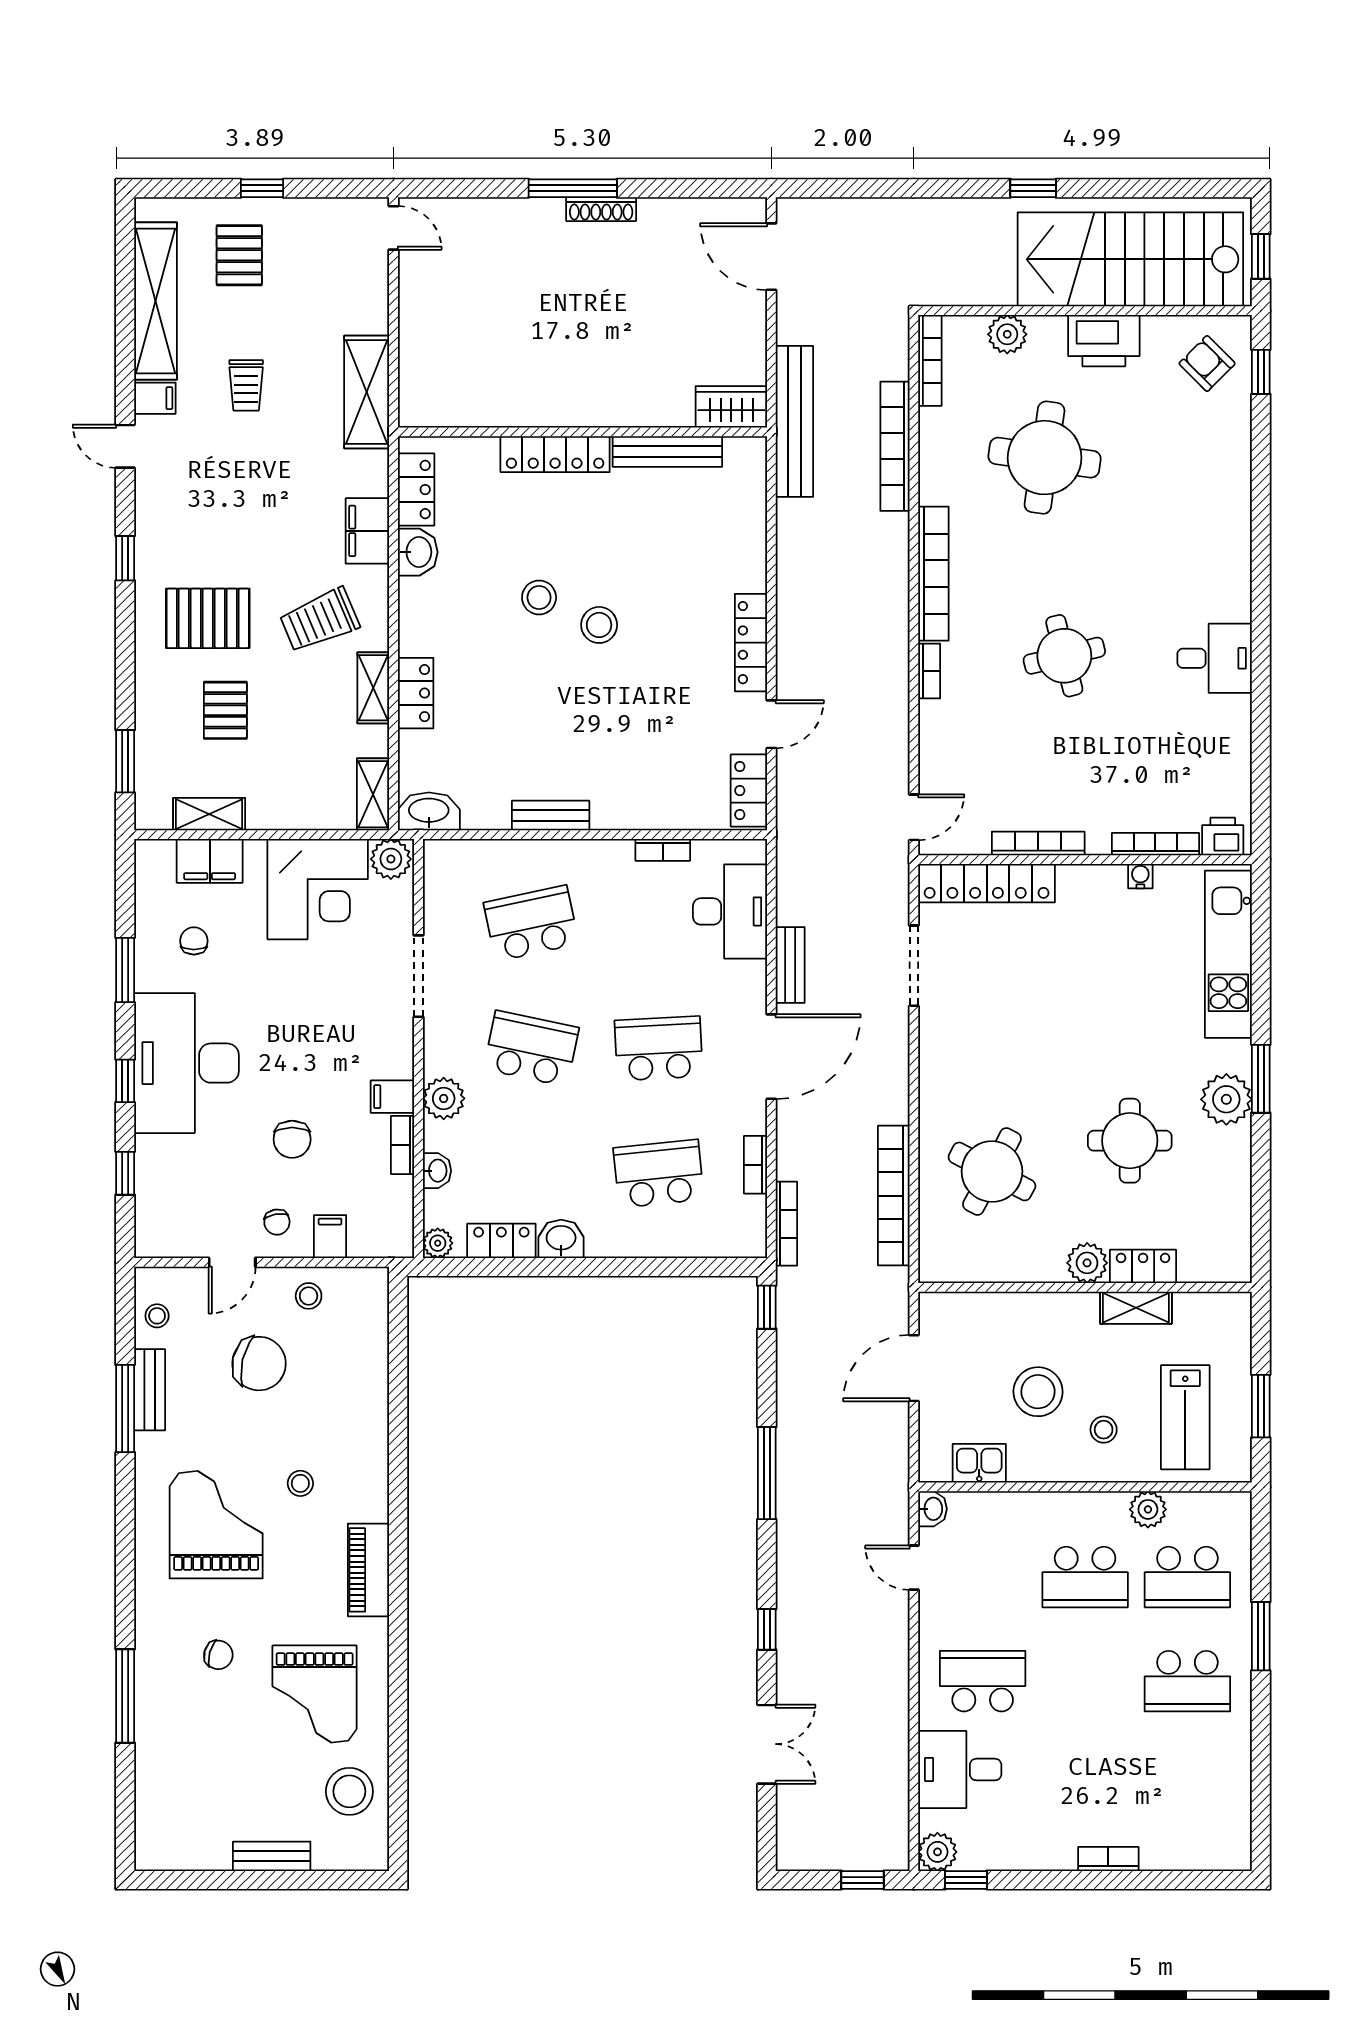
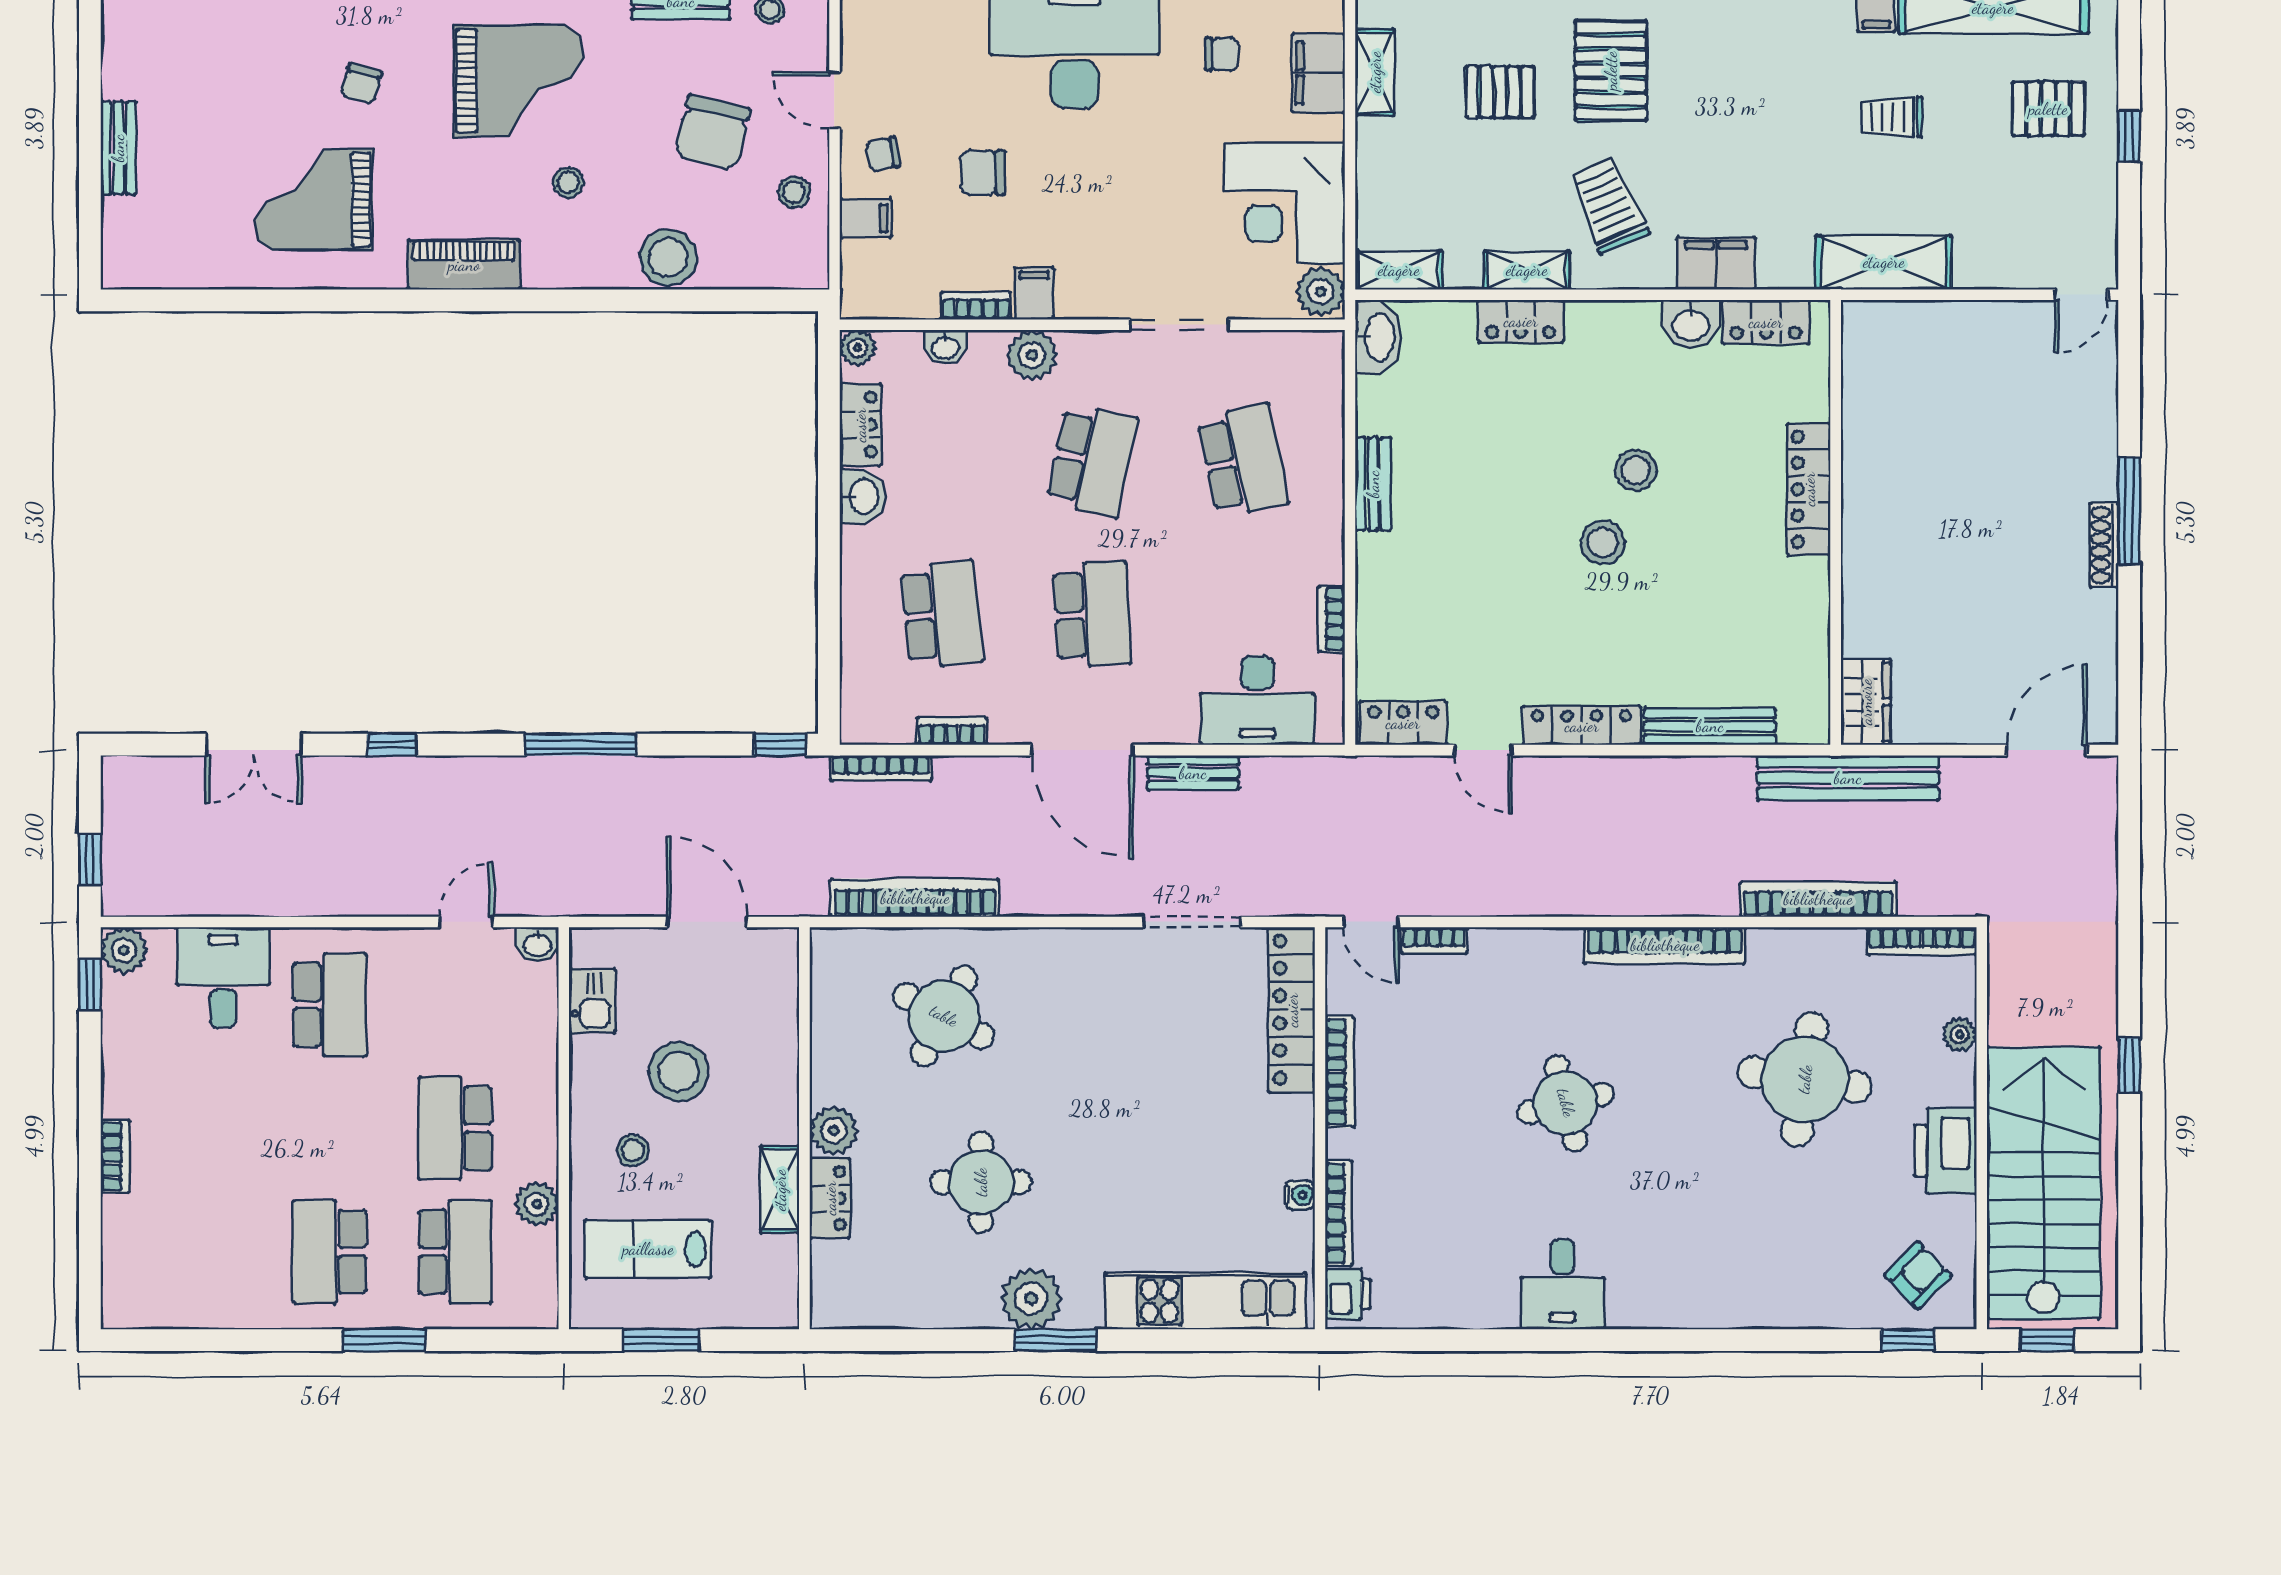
plant: (1007, 334) -> (1960, 1034), width x0.73, depth x0.73
bench: (667, 451) -> (1710, 726), moved, turned 90
bookcase: (929, 671) -> (1434, 940), moved
school desk: (1187, 1577) -> (455, 1252), turned 180
stool: (349, 1791) -> (668, 257), moved

